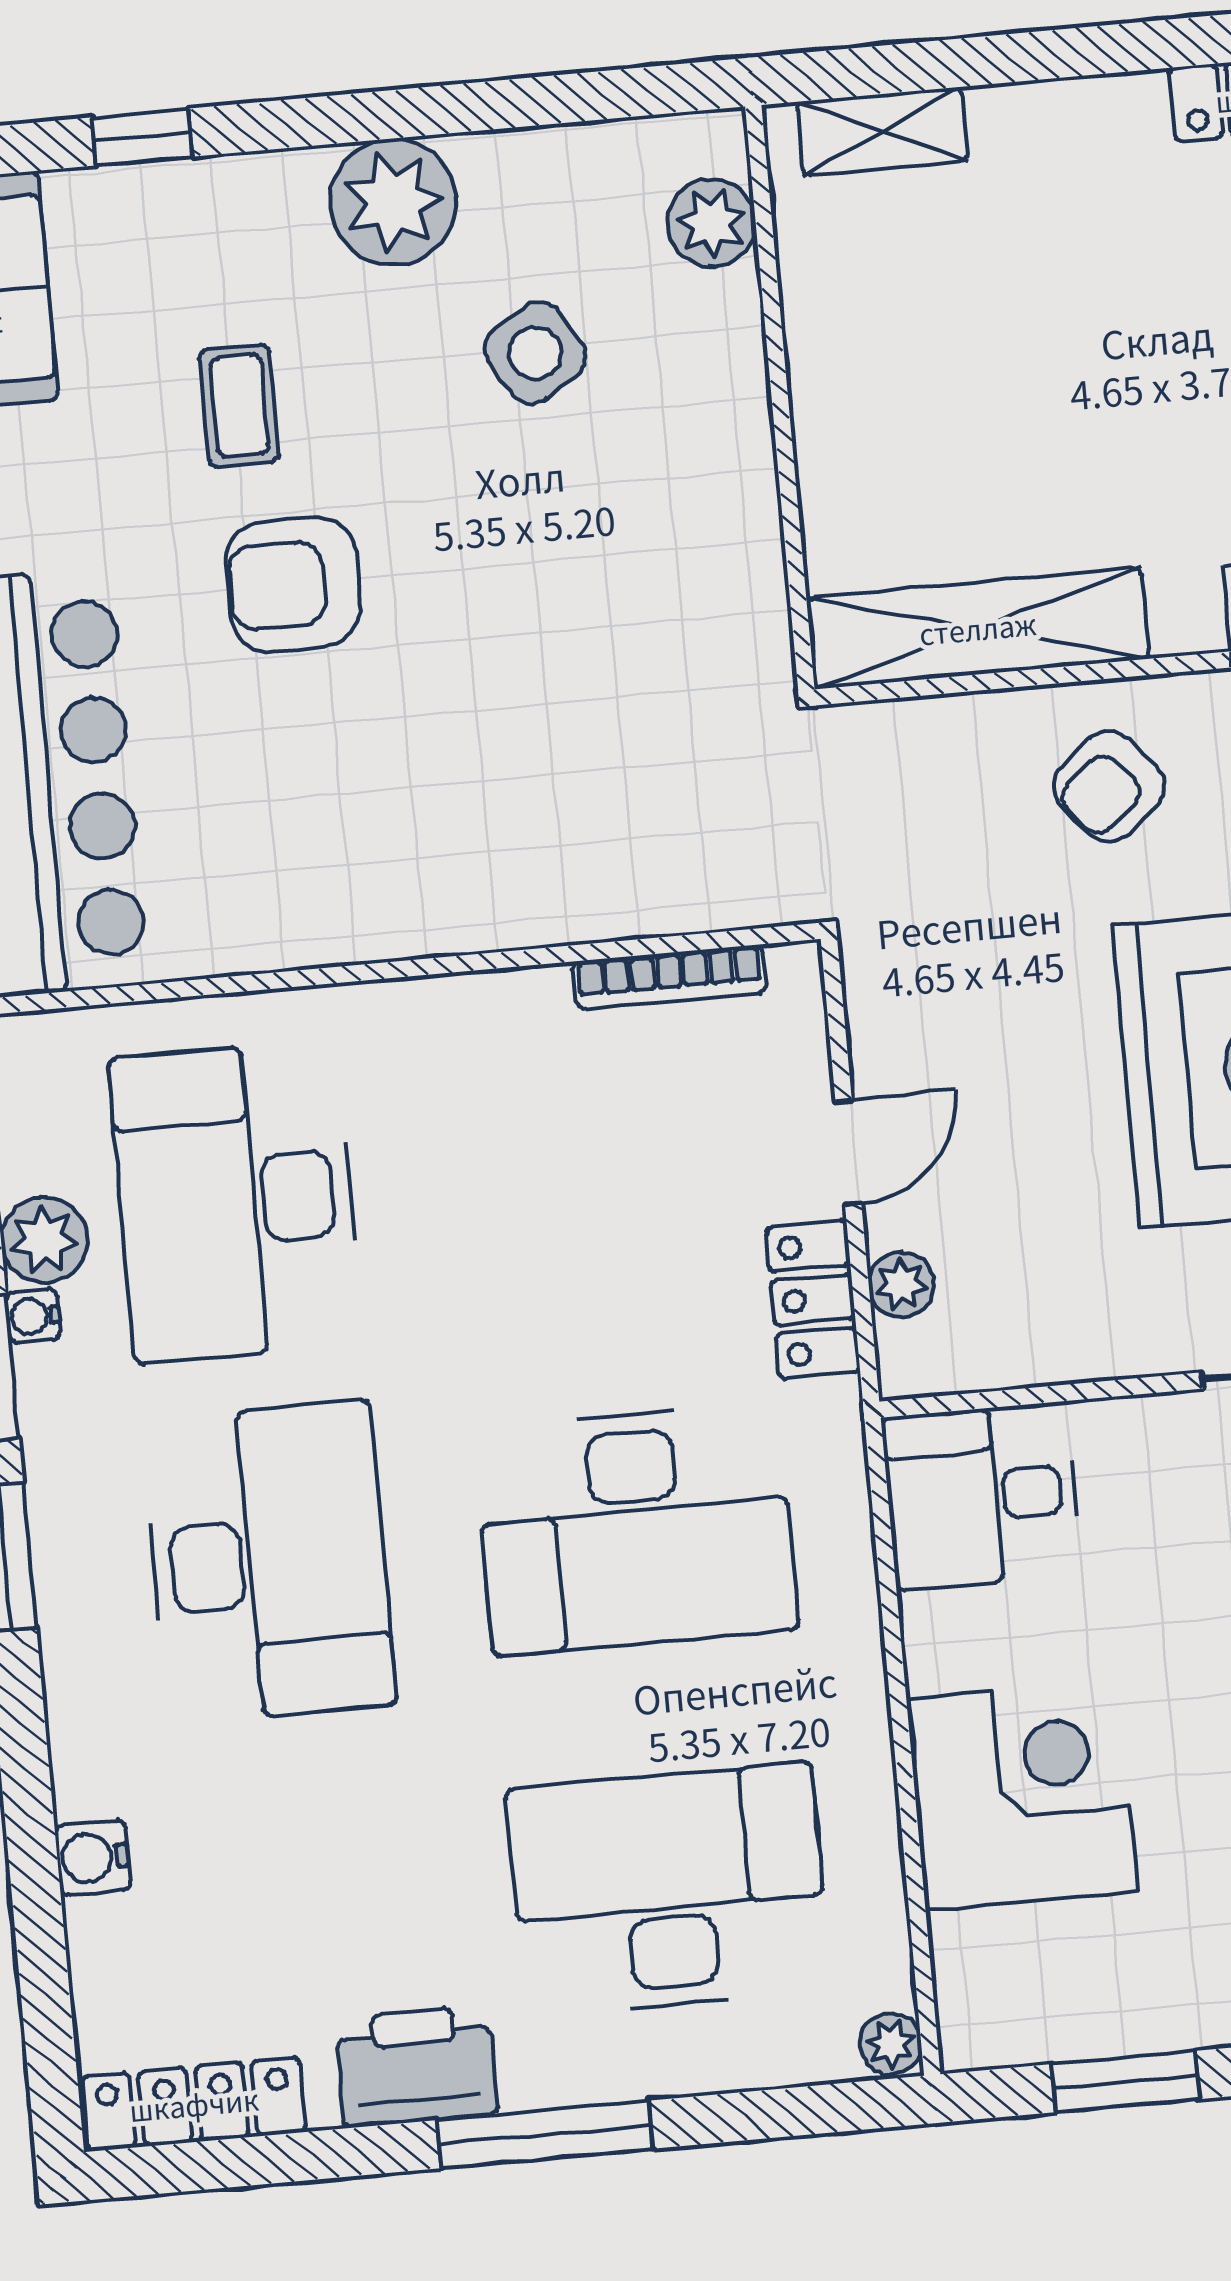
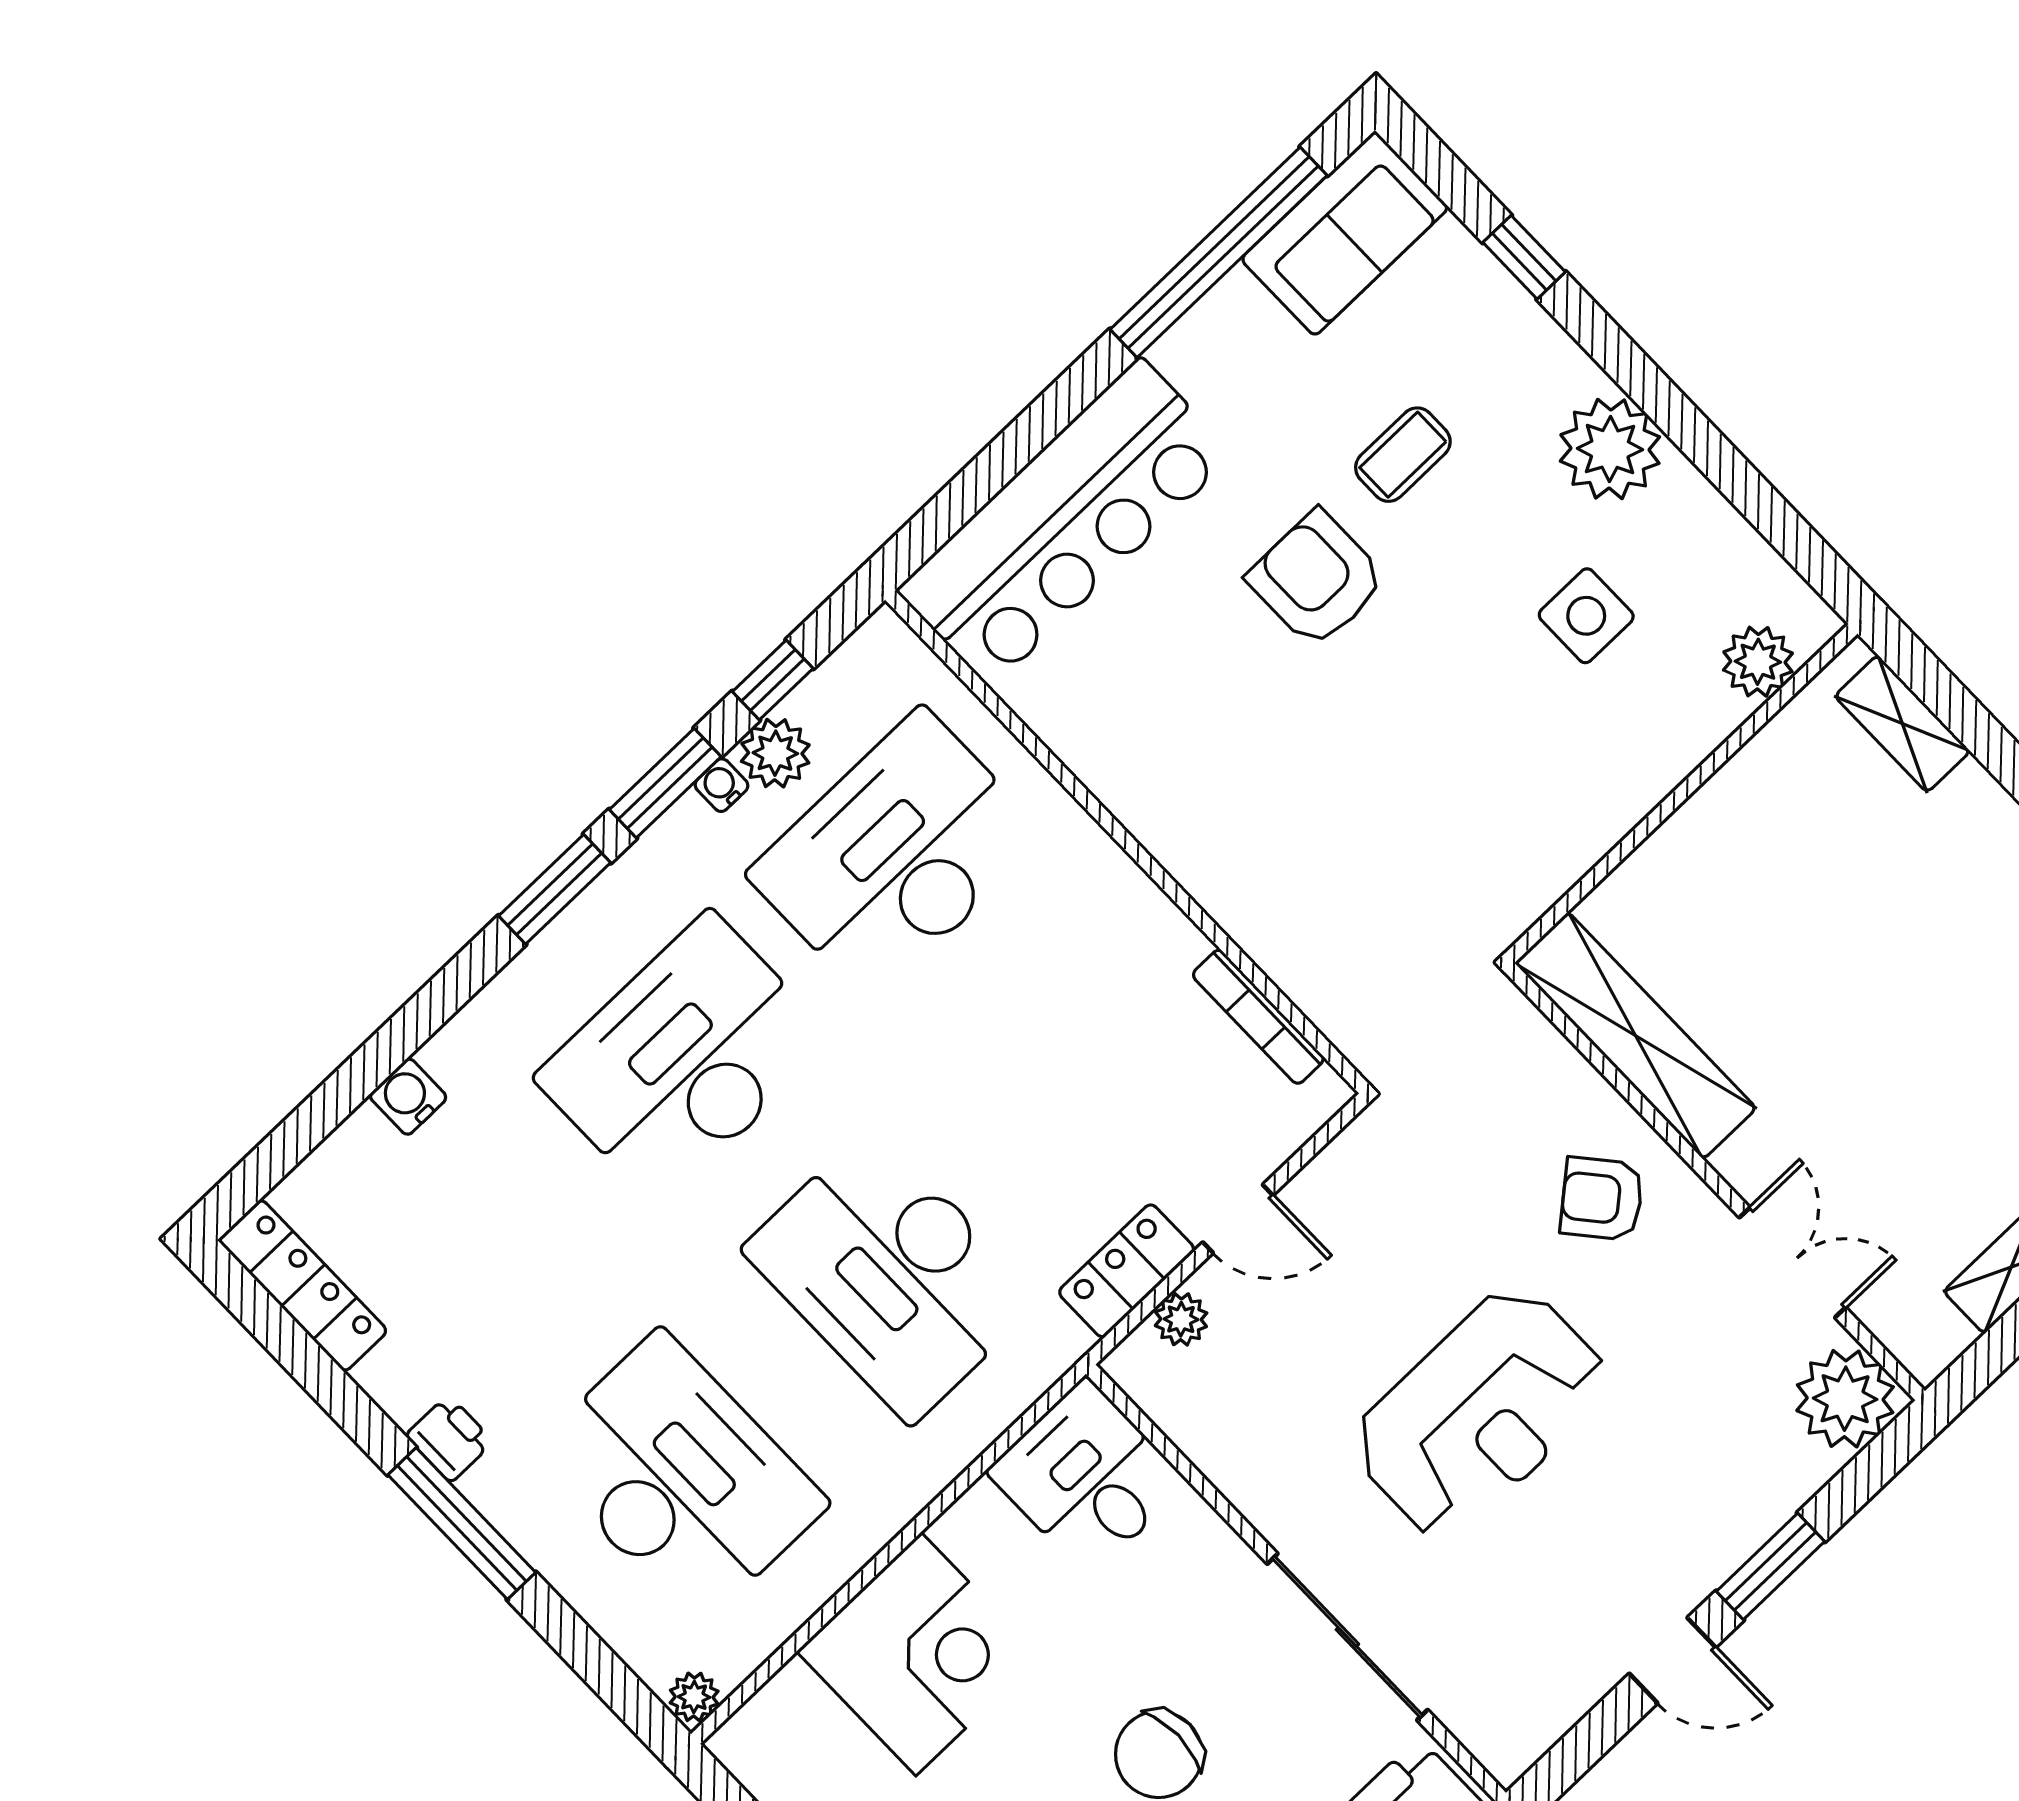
side table: (535, 353) -> (1586, 616), turned 31
desk: (269, 1562) -> (685, 1059), turned 180
printer: (416, 2066) -> (449, 1439), width x0.53, depth x0.68

